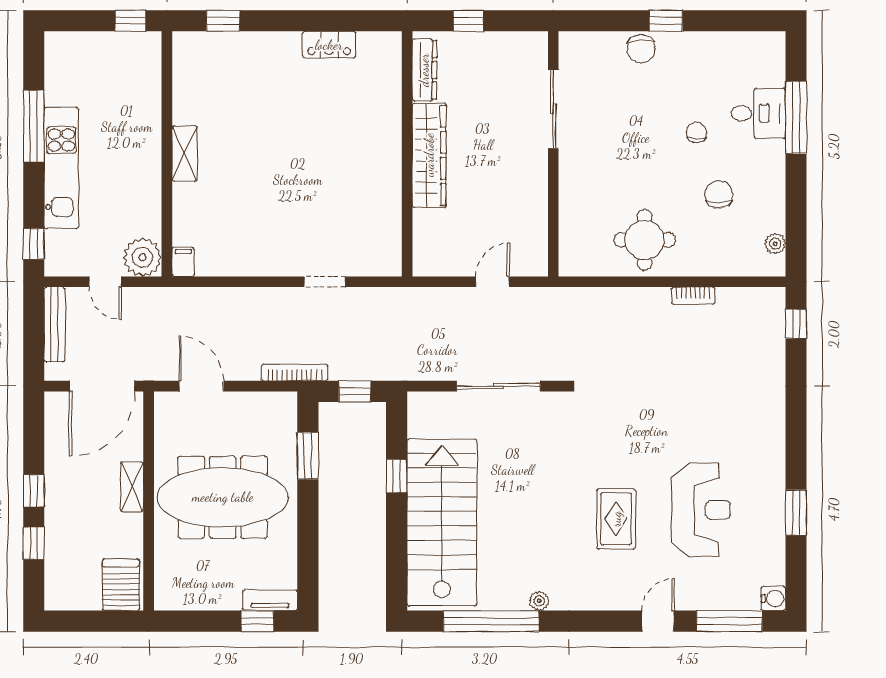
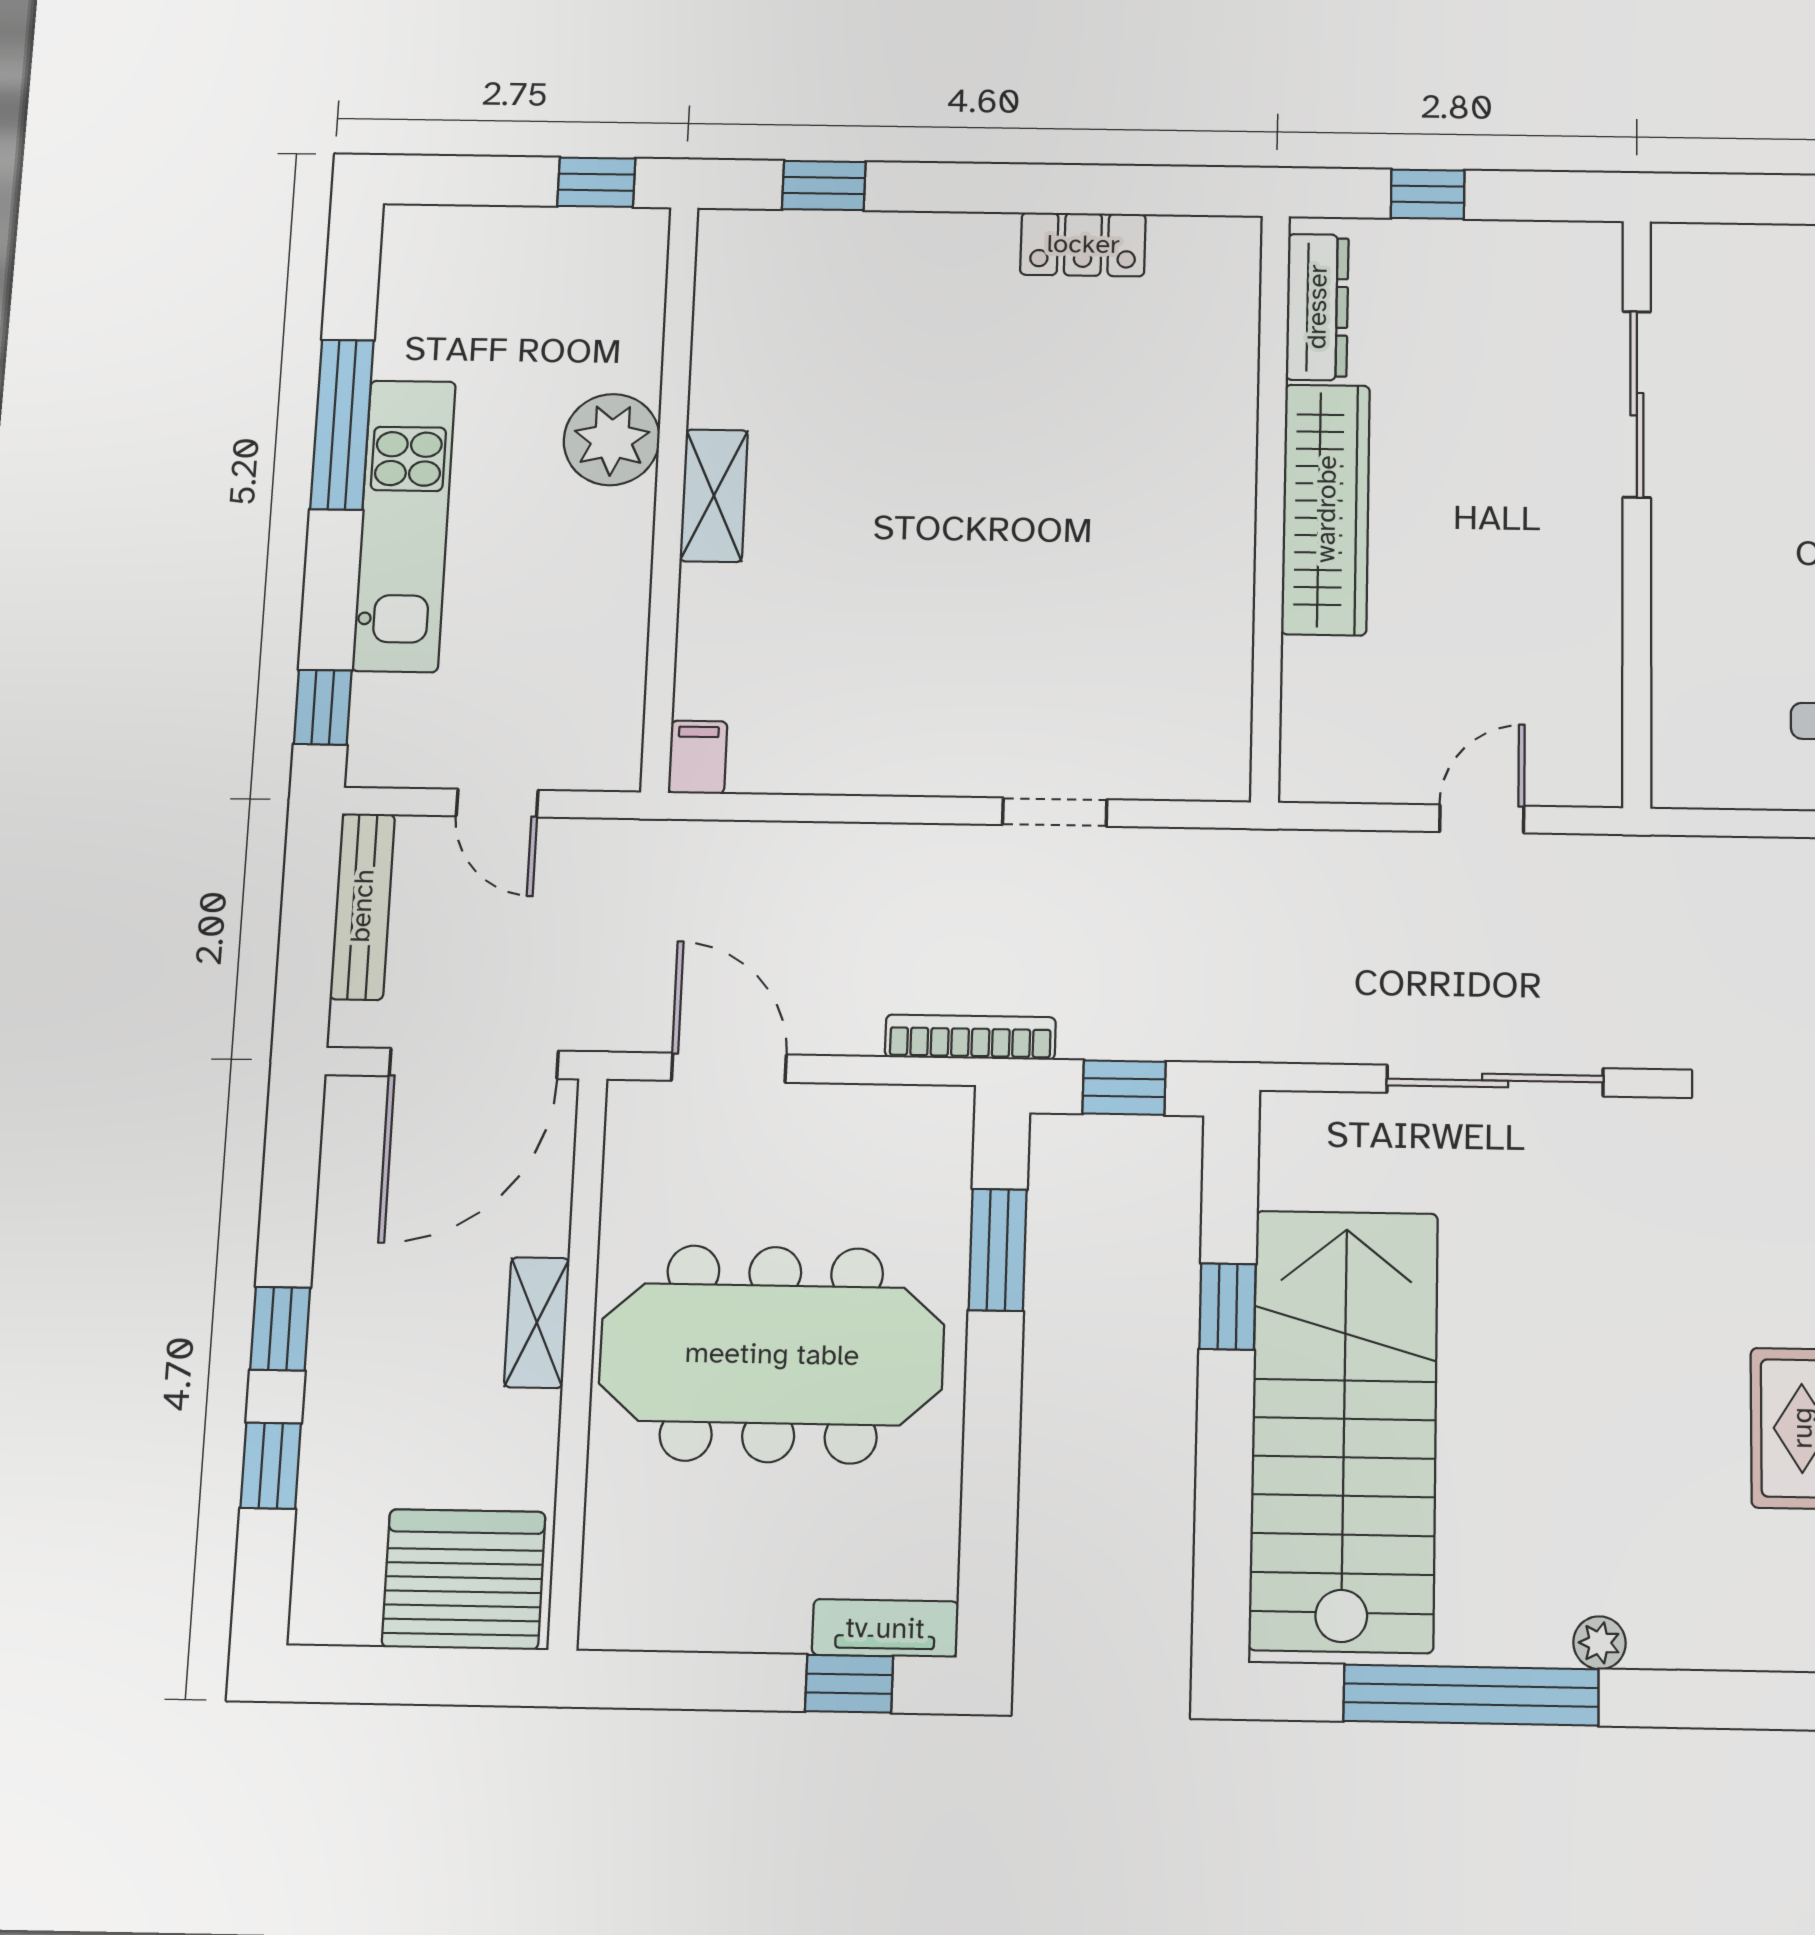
plant: (142, 257) -> (612, 440), moved
server rack: (121, 585) -> (464, 1579), width x1.60

